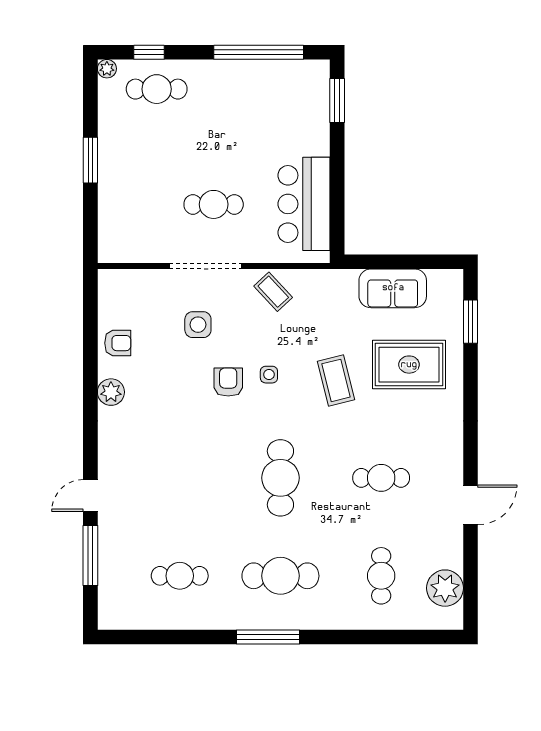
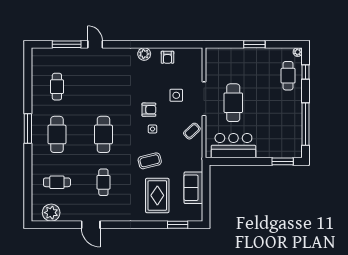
cafe table: (214, 204) -> (233, 103), width x1.37, depth x1.35
cafe table: (280, 478) -> (103, 134), turned 90

